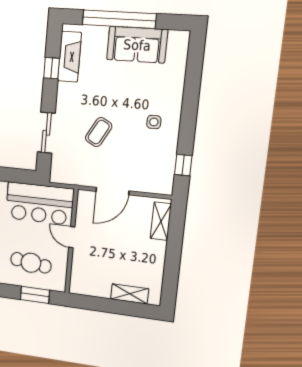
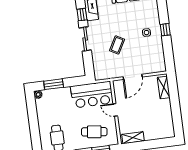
sliding door: (46, 133) -> (85, 39), moved
window: (183, 165) -> (165, 30), moved
shelving: (130, 294) -> (133, 138), moved

